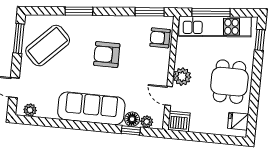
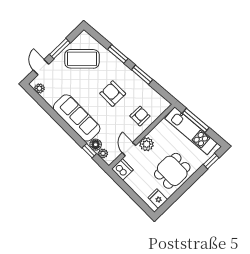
window: (150, 12) -> (142, 75), moved
window: (19, 38) -> (60, 49), moved
armchair: (160, 38) -> (140, 116), moved, turned 90

